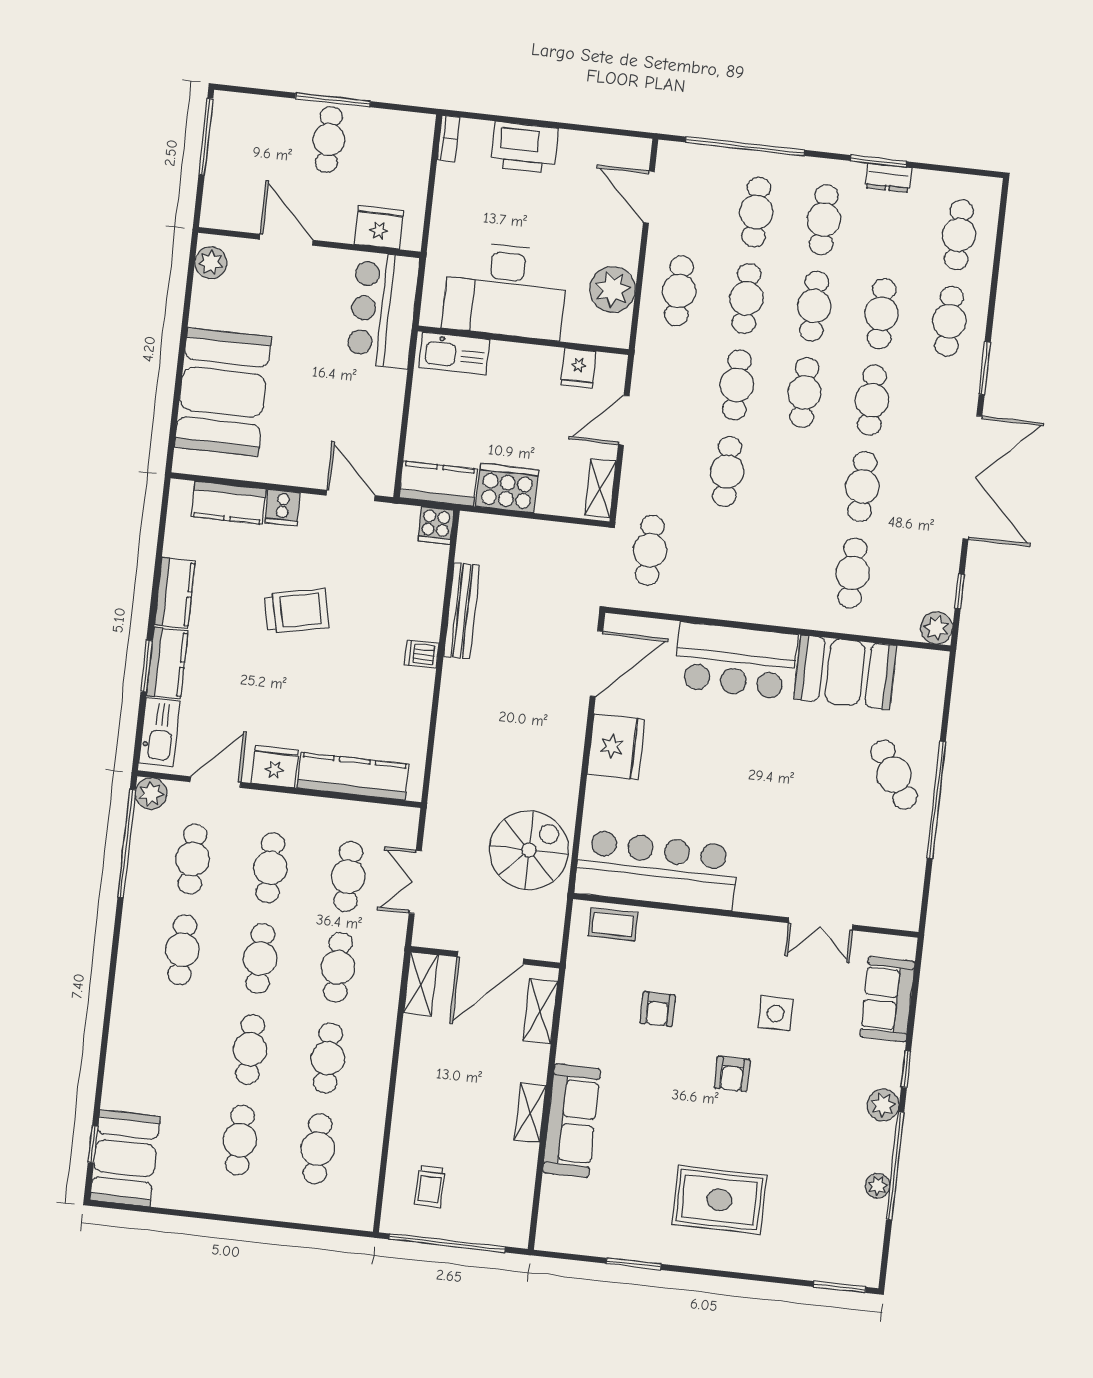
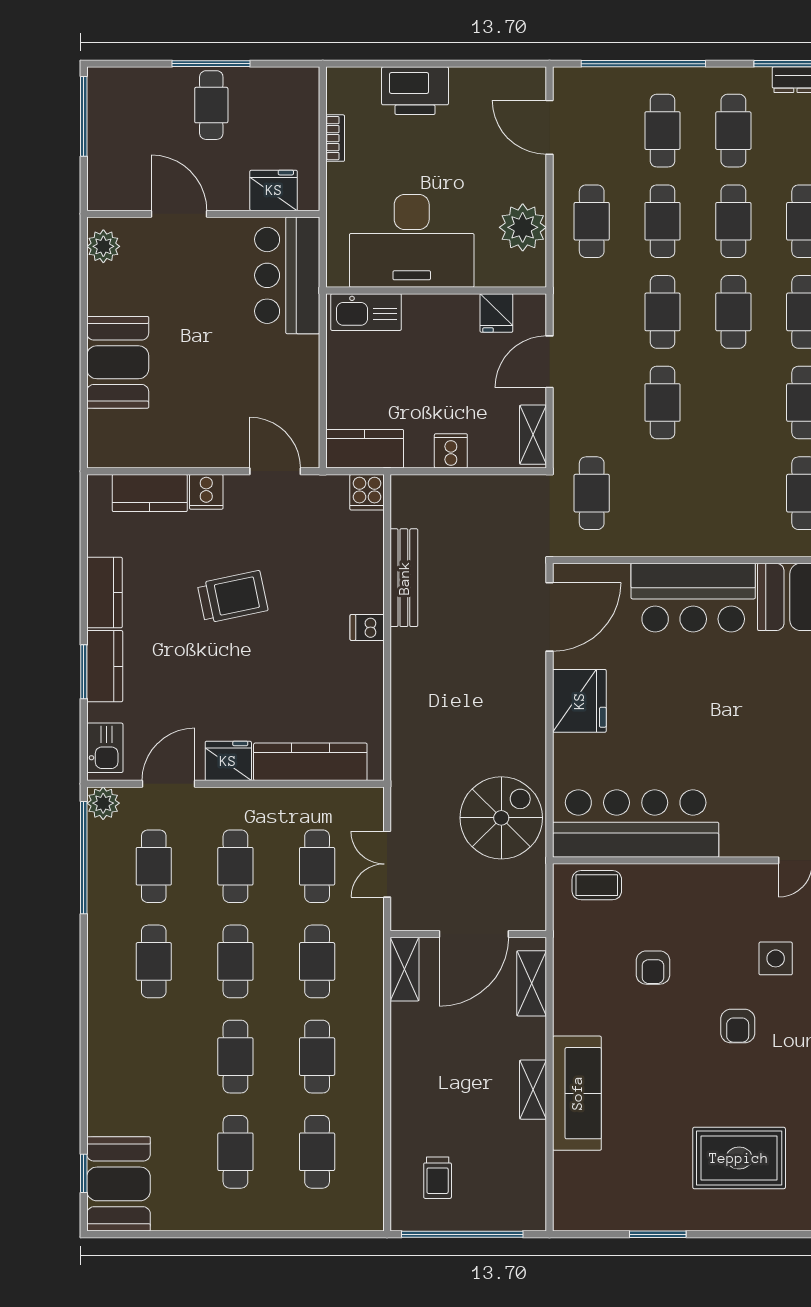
bookcase: (448, 138) -> (335, 138), moved
booth: (223, 392) -> (118, 362), width x0.73, depth x0.70
cooker: (507, 488) -> (451, 451), width x0.53, depth x0.76
kitchen sink: (159, 732) -> (105, 748), width x0.73

